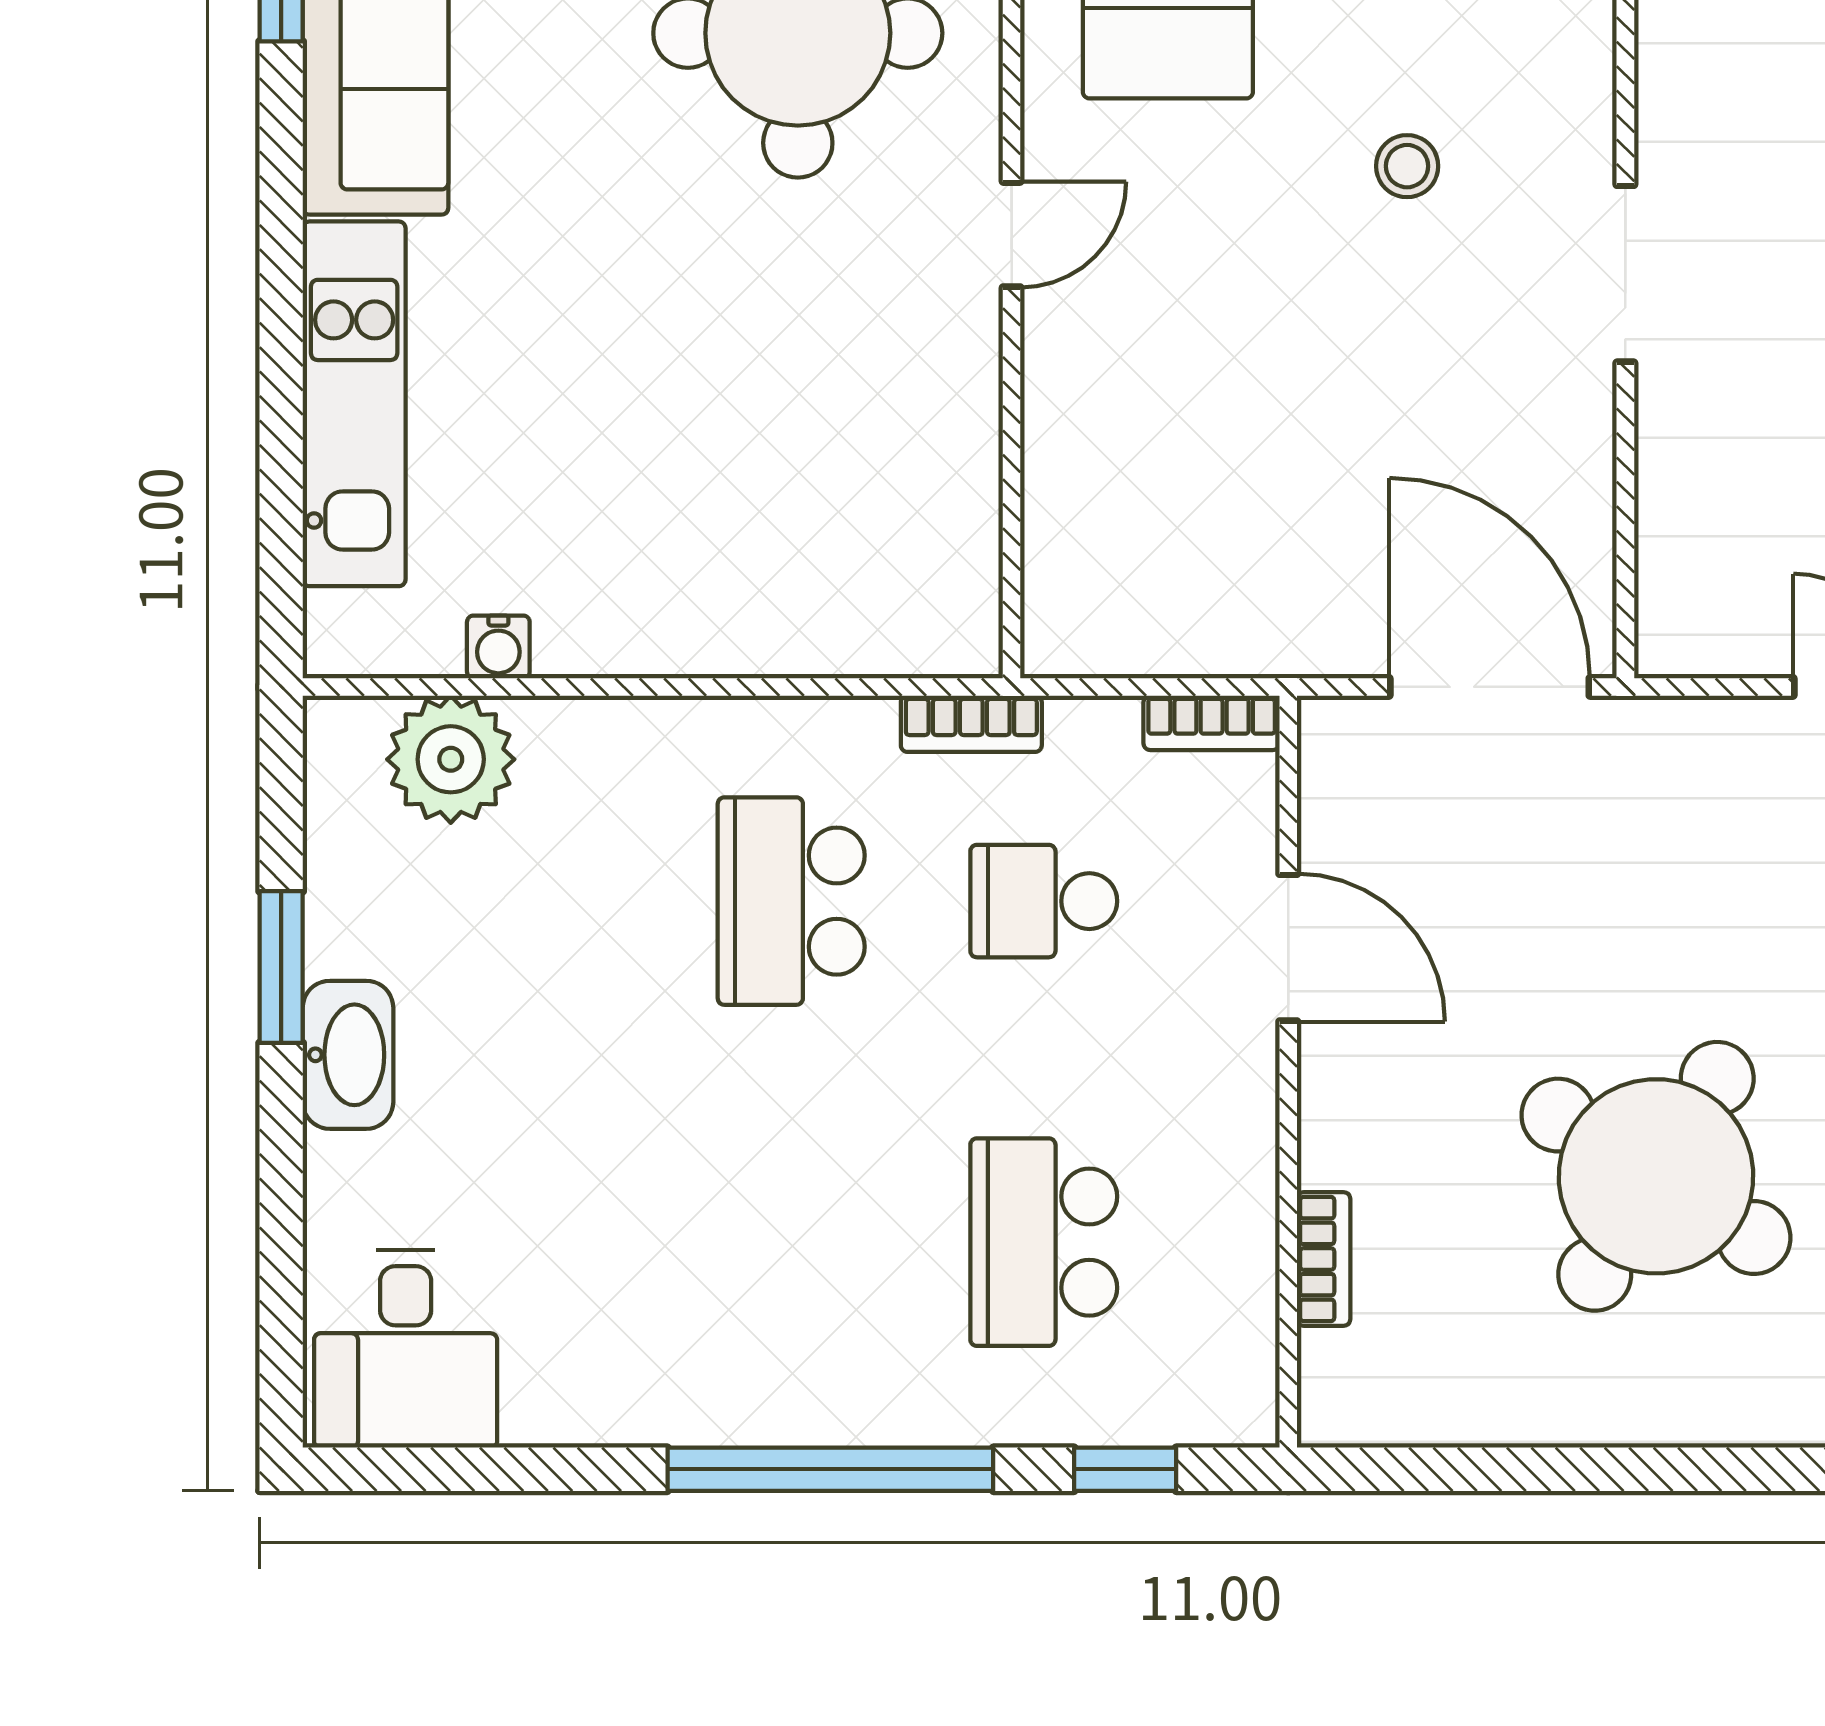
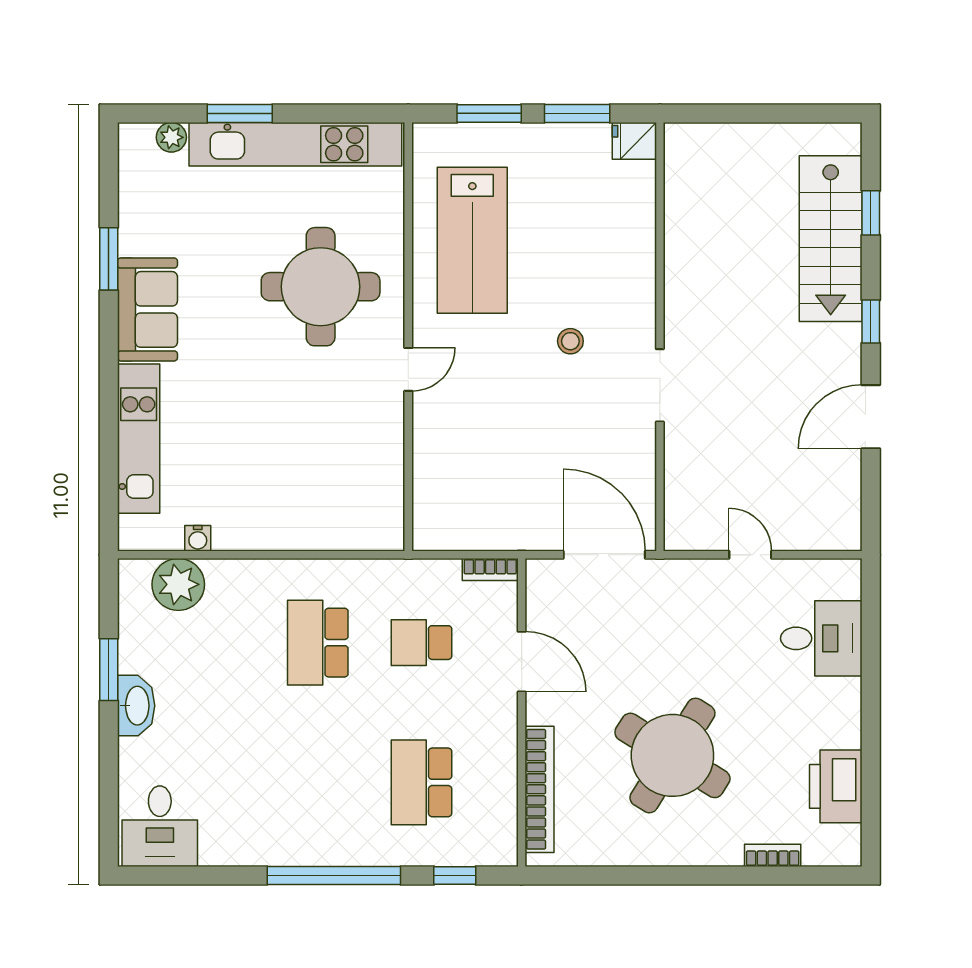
bookcase: (971, 724) -> (392, 570), removed
bookcase: (1324, 1259) -> (540, 789), width x2.31, depth x1.31

